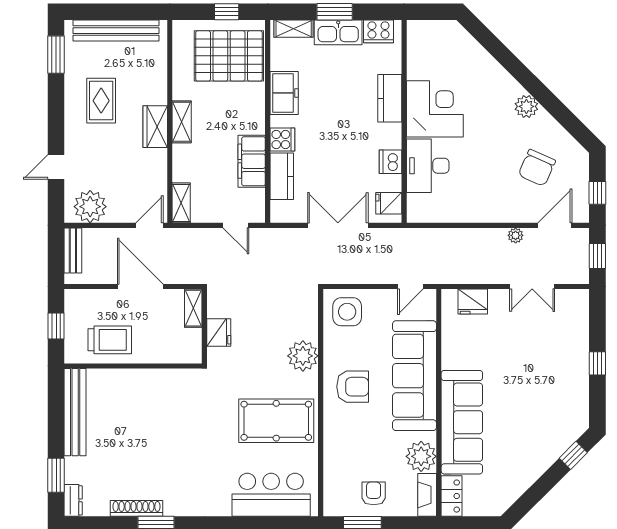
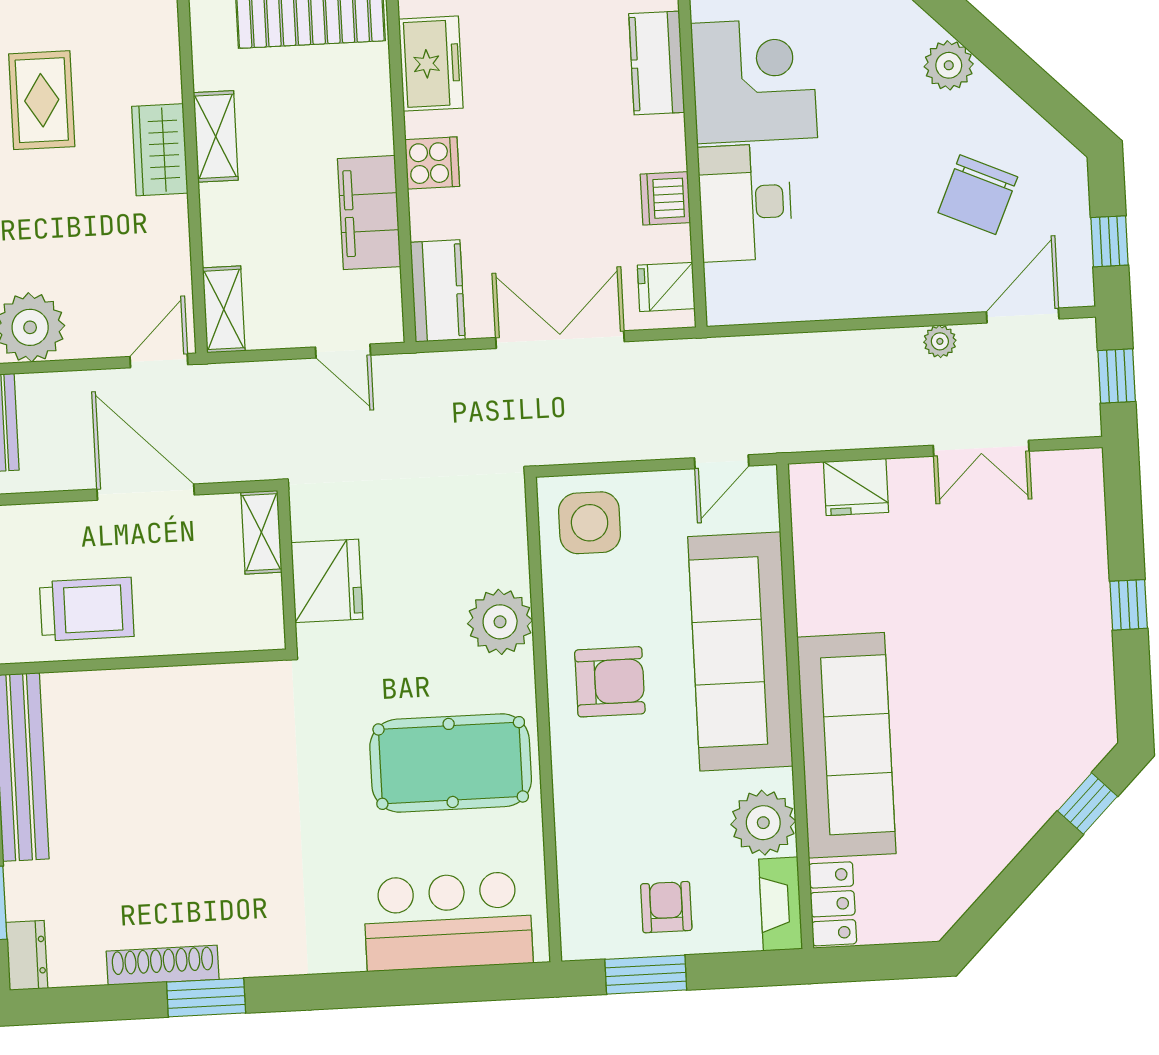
kitchen counter: (282, 176) -> (438, 291), moved
fridge: (219, 333) -> (327, 581), width x1.36, depth x1.34

